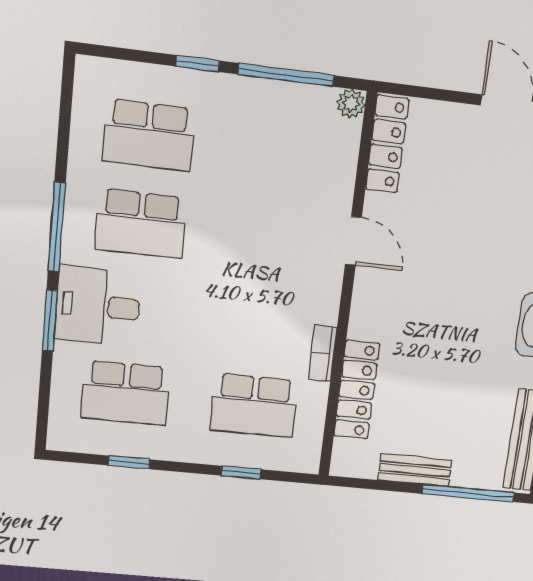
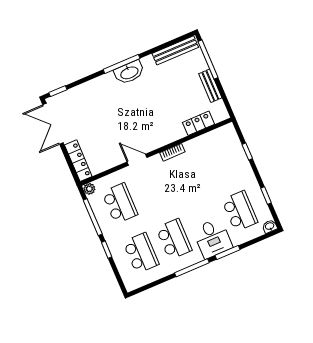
locker: (387, 144) -> (78, 161), moved, turned 90
door: (353, 241) -> (137, 160), hinge flipped
bookcase: (323, 353) -> (172, 152), moved
locker: (357, 390) -> (198, 123), width x0.66
school desk: (254, 405) -> (120, 203), moved
washbasin: (59, 436) -> (270, 226), added

